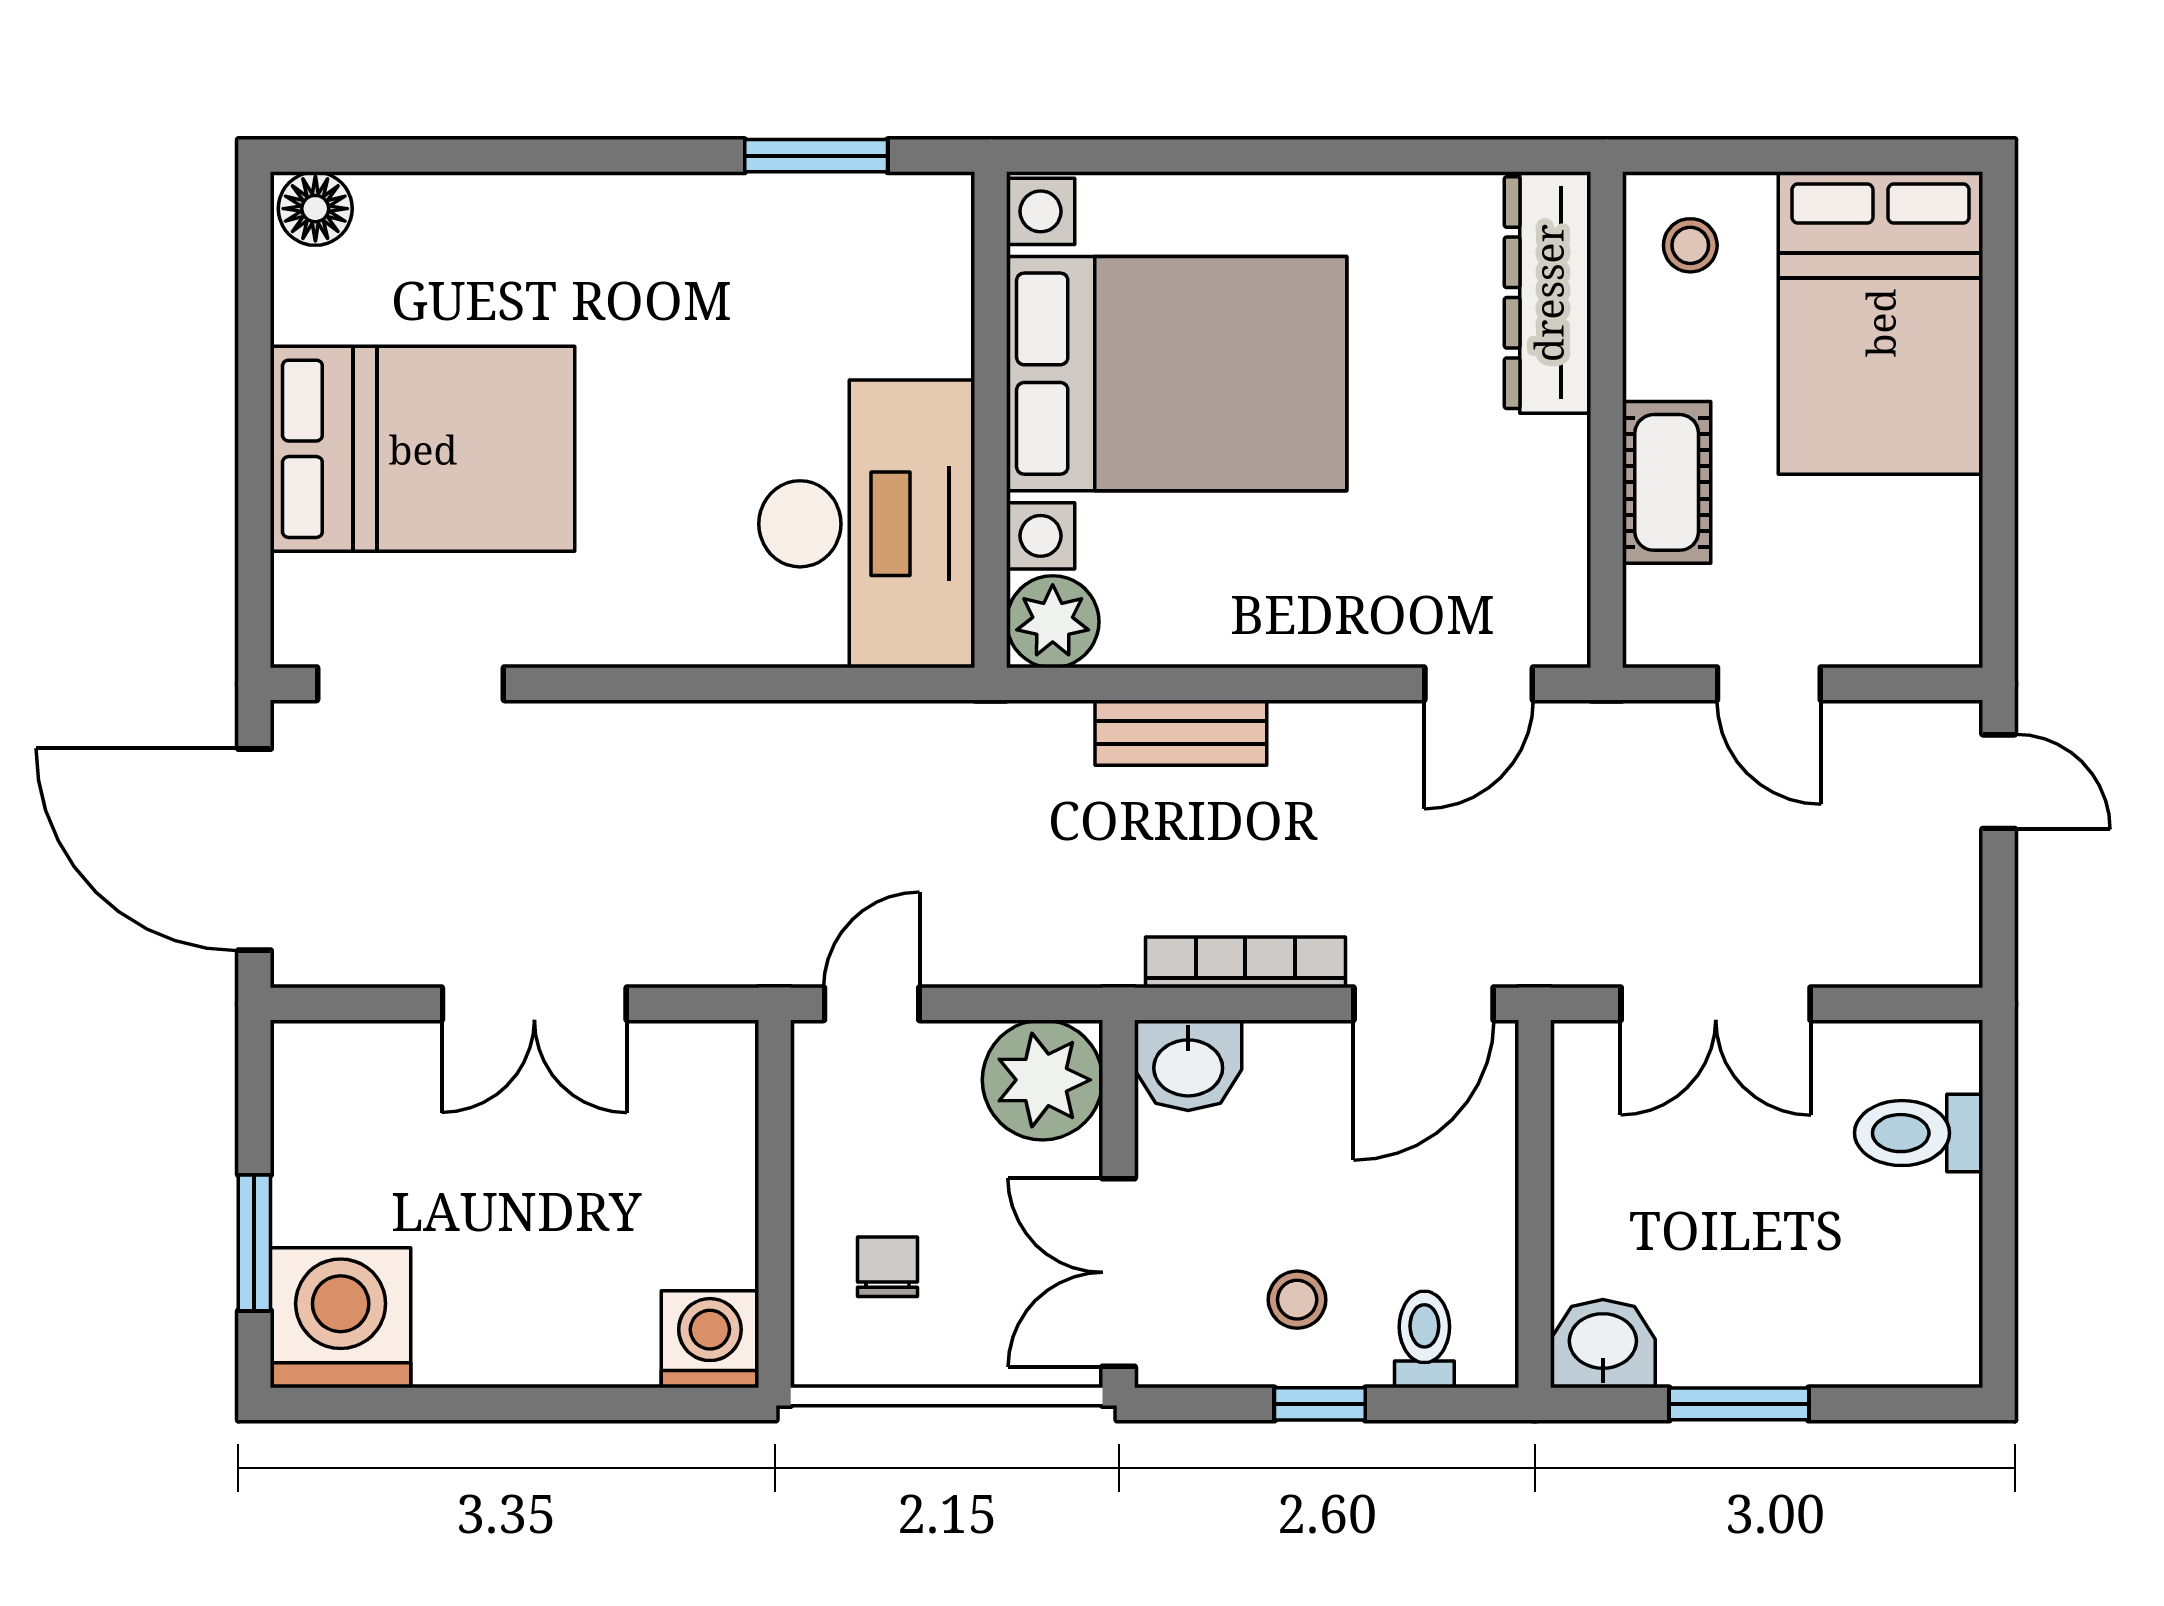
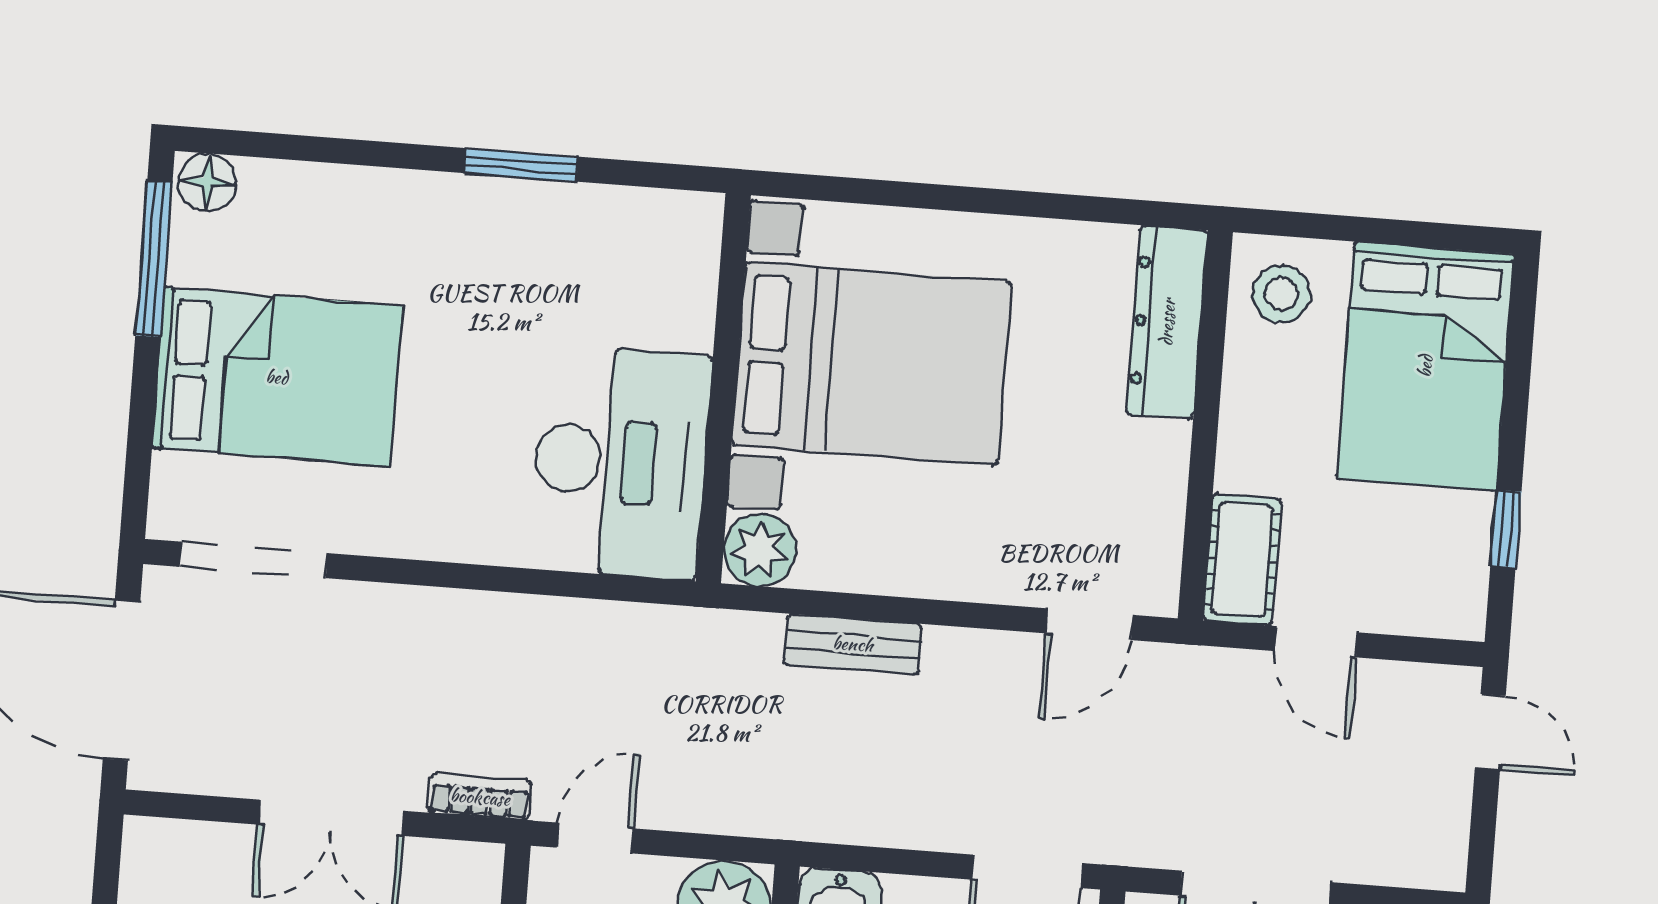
window: (816, 156) -> (521, 165), moved
stool: (1690, 245) -> (1281, 294), width x1.37, depth x1.37
window: (254, 311) -> (154, 259), added
cot: (1667, 482) -> (1242, 560), moved
window: (1999, 522) -> (1506, 529), added
bookcase: (1245, 962) -> (480, 797), moved, width x0.64

